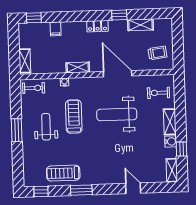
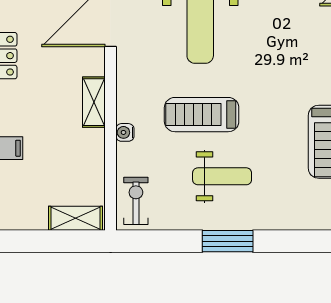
weight bench: (46, 127) -> (222, 176), turned 180

